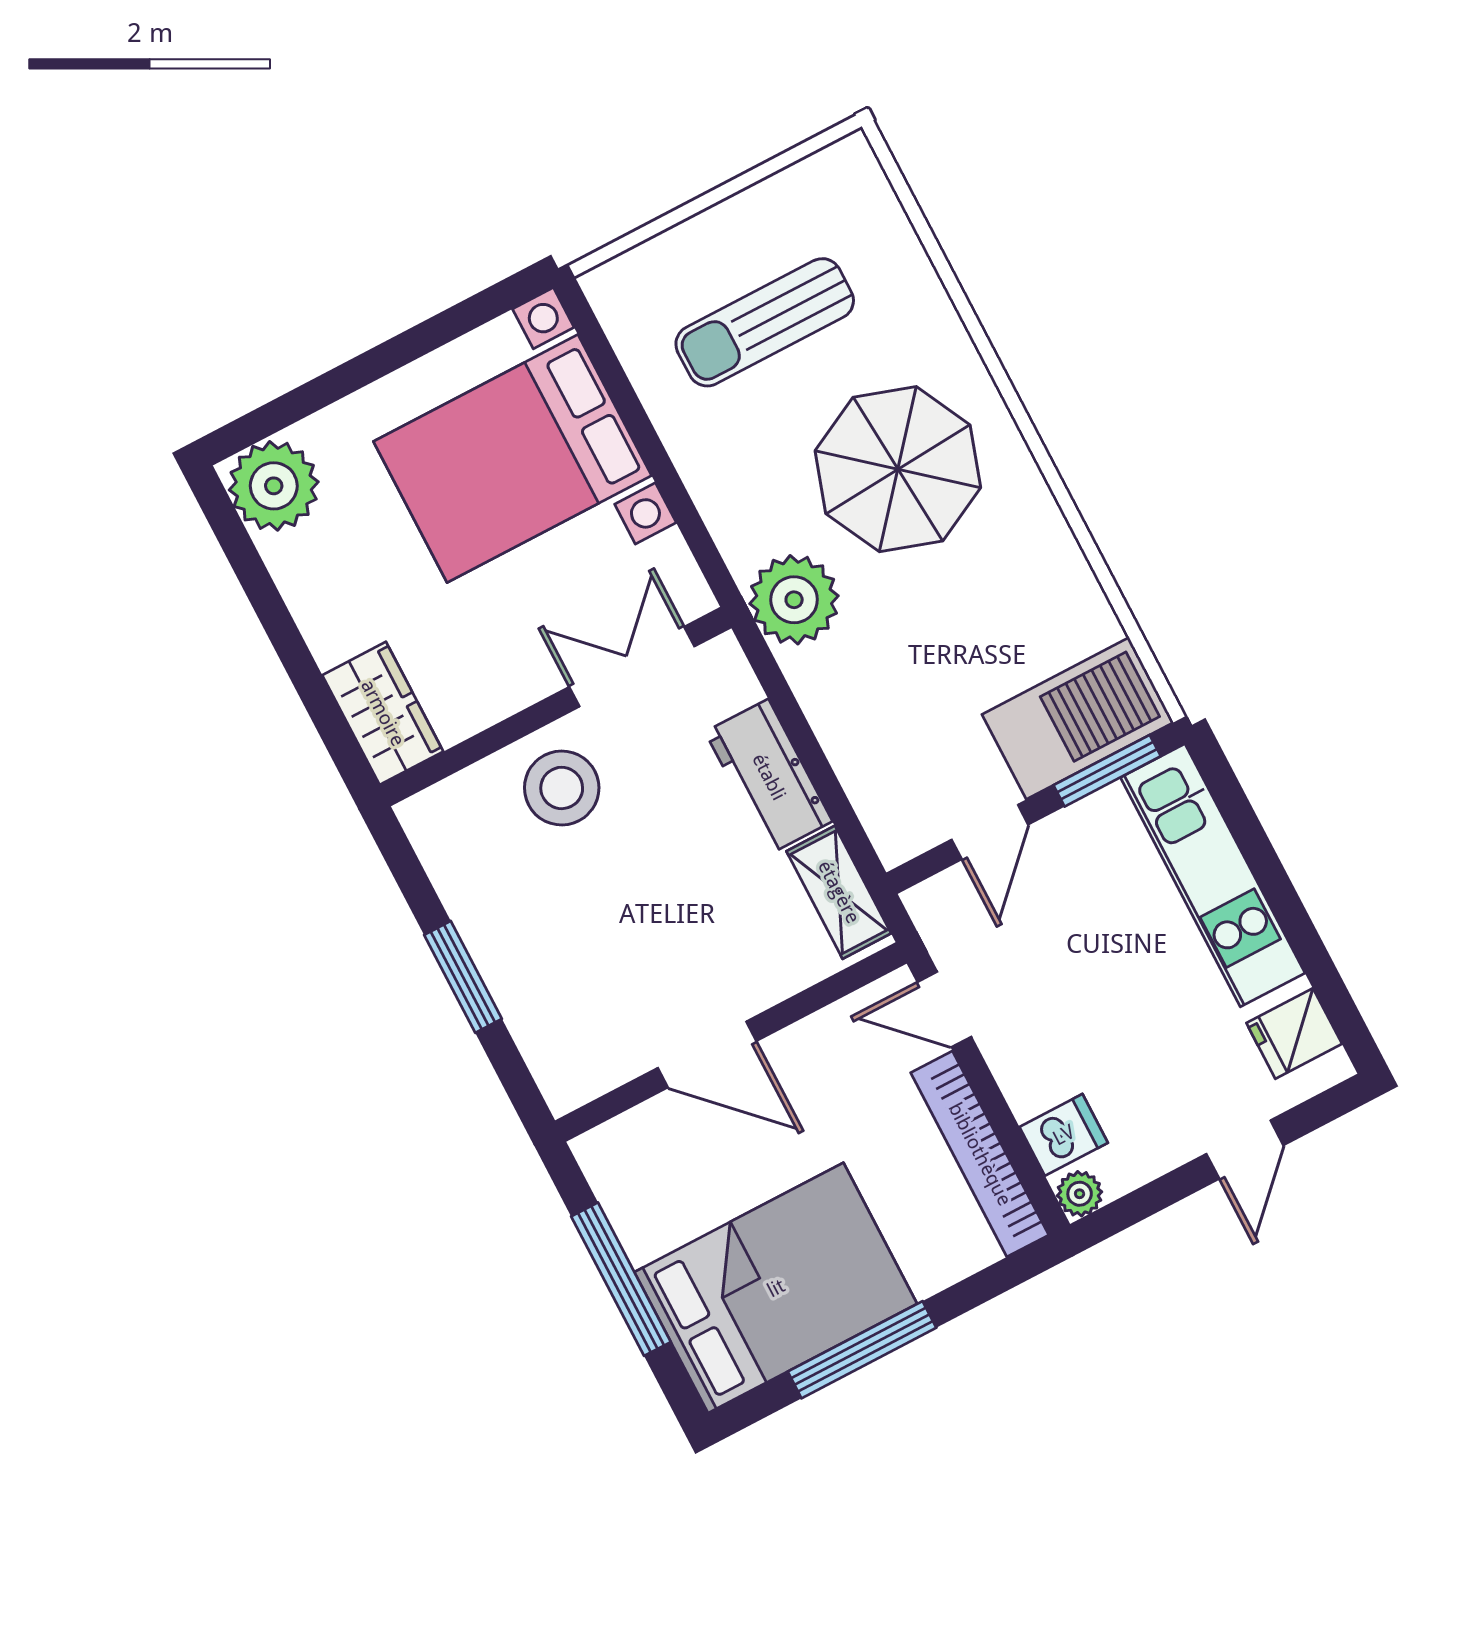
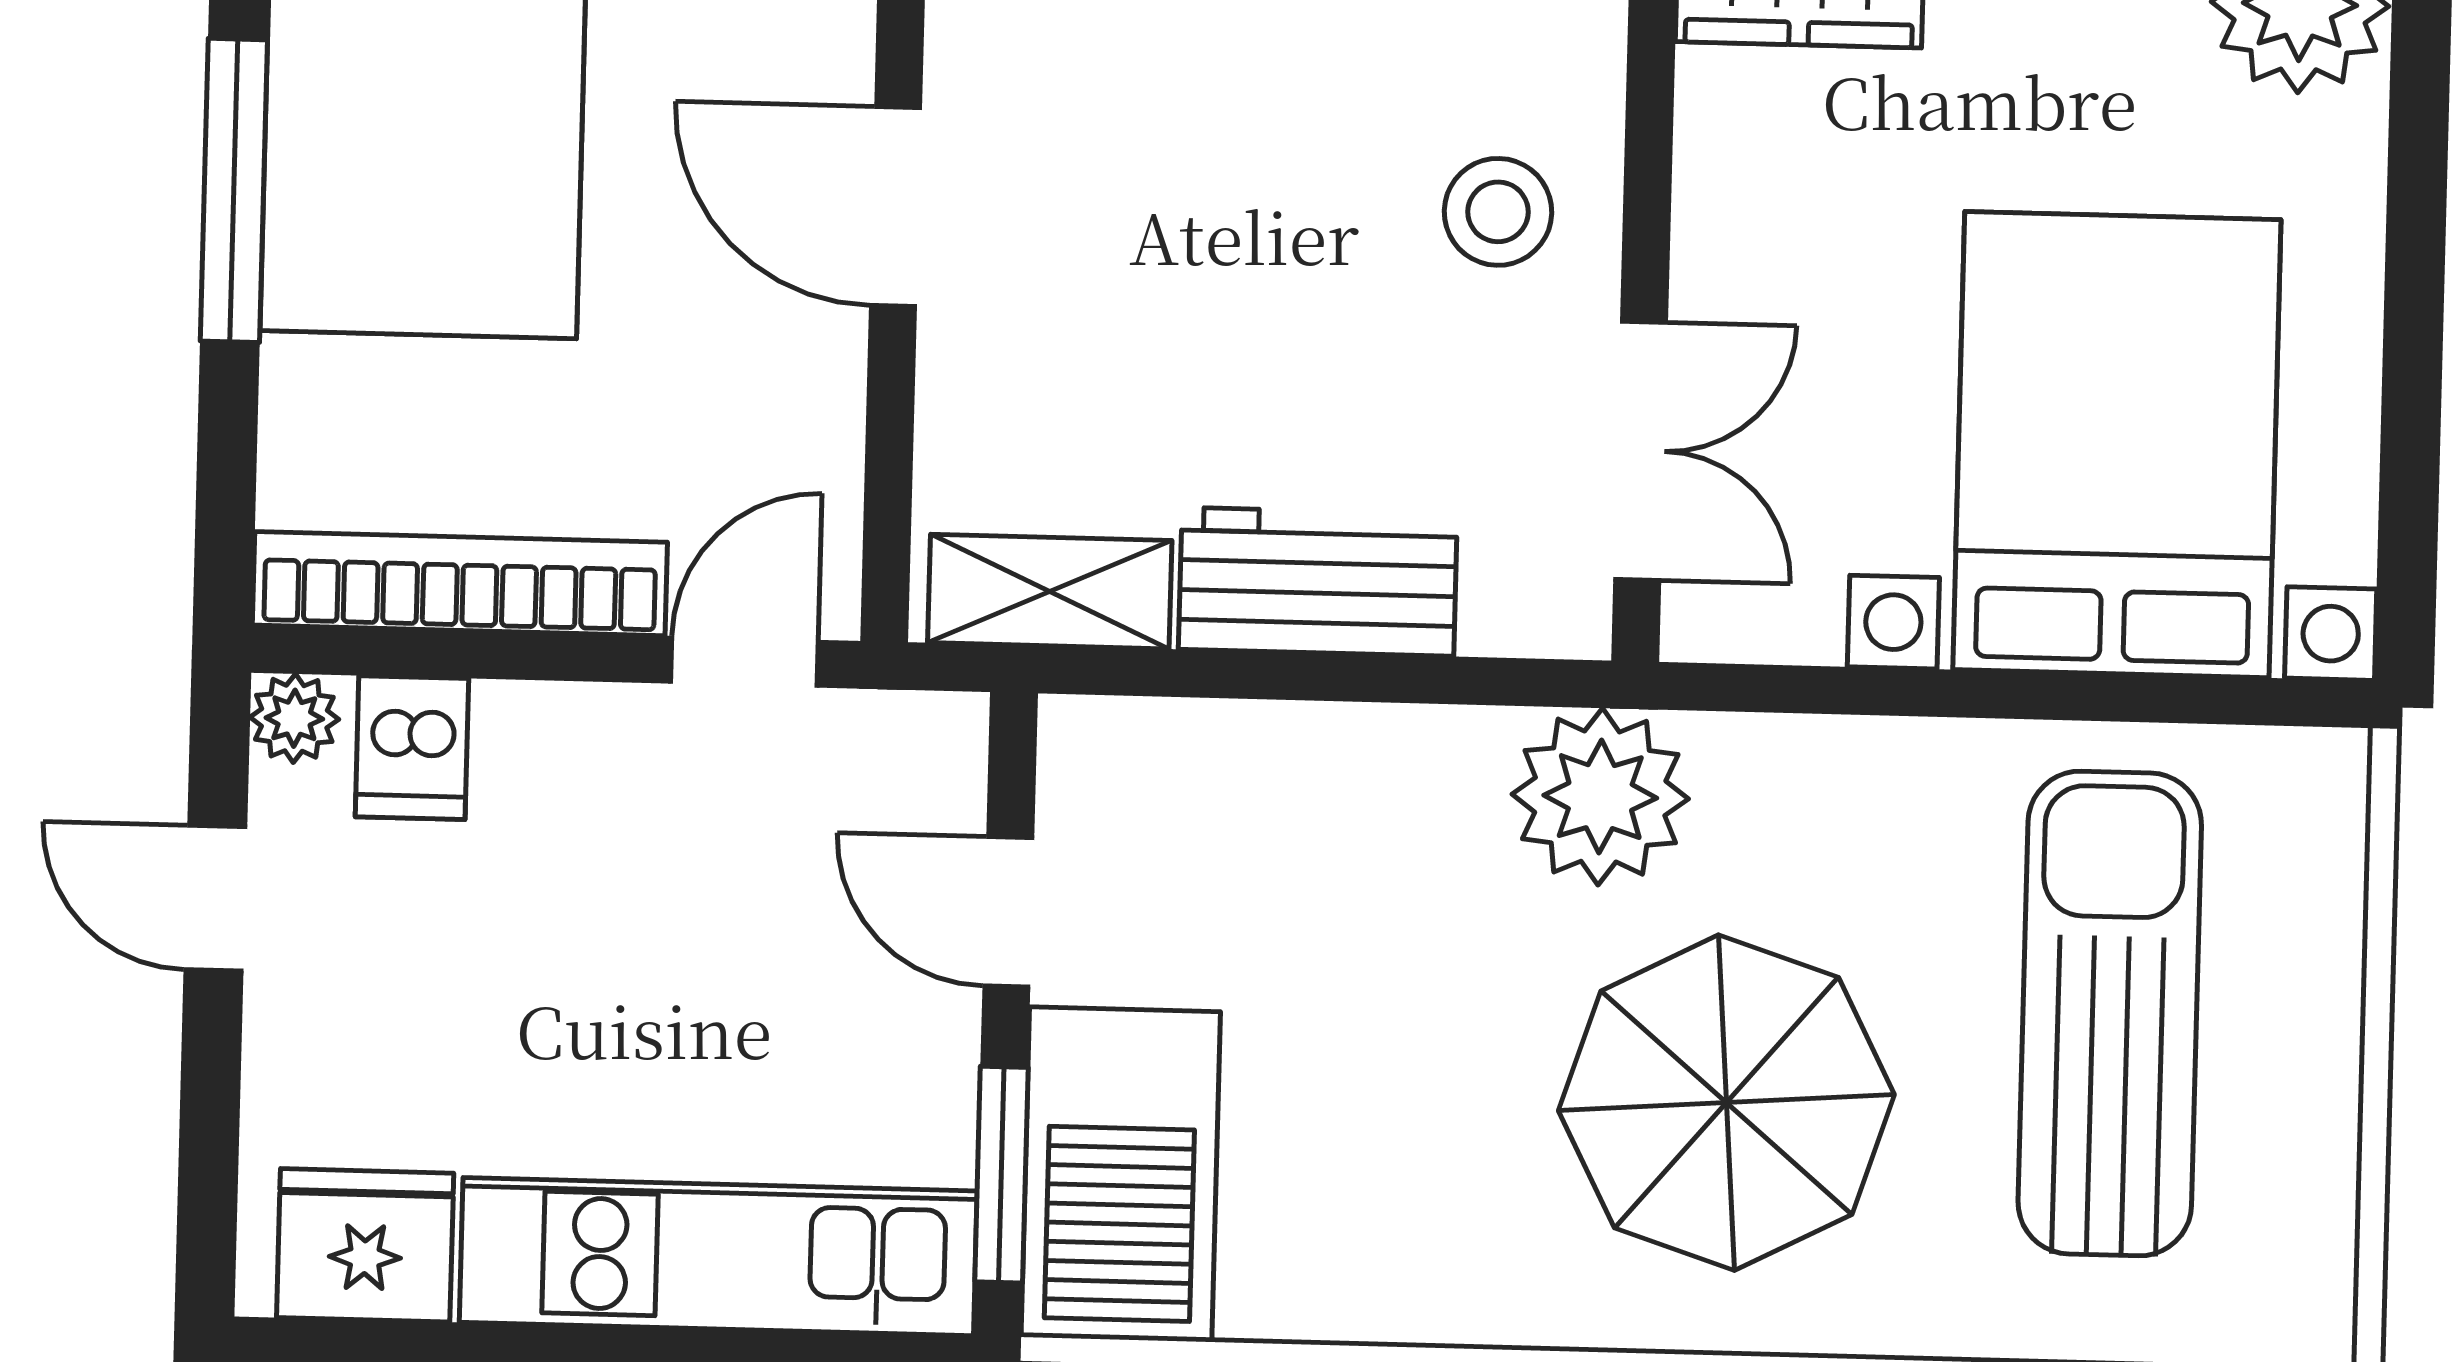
sun lounger: (765, 322) -> (2110, 1013), width x1.36, depth x1.34
stool: (562, 788) -> (1498, 212), width x0.73, depth x0.73
fridge: (1294, 1033) -> (365, 1245), width x1.38
door: (707, 1054) -> (896, 207), hinge flipped
door: (1245, 1150) -> (215, 898), moved

